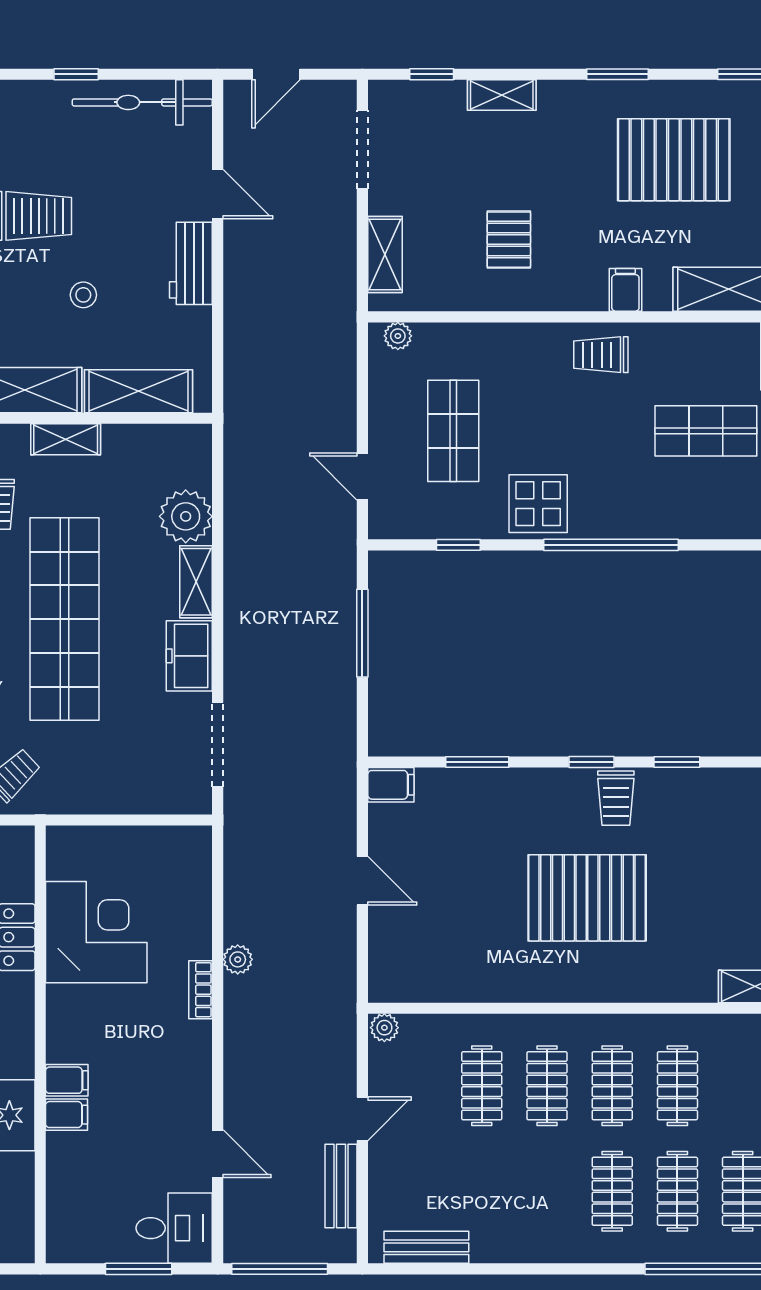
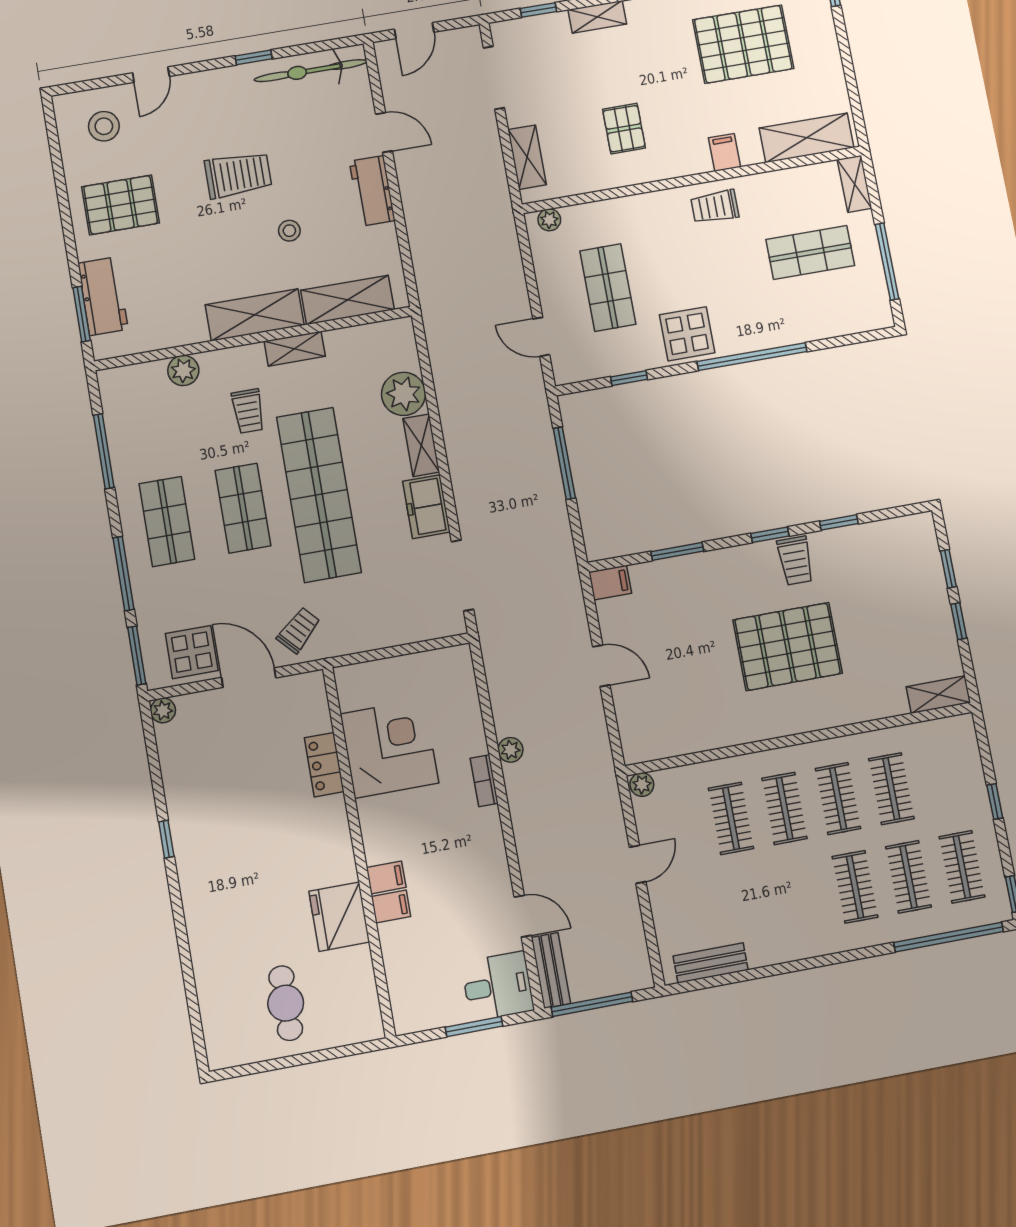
bench: (341, 1186) -> (551, 970), moved

